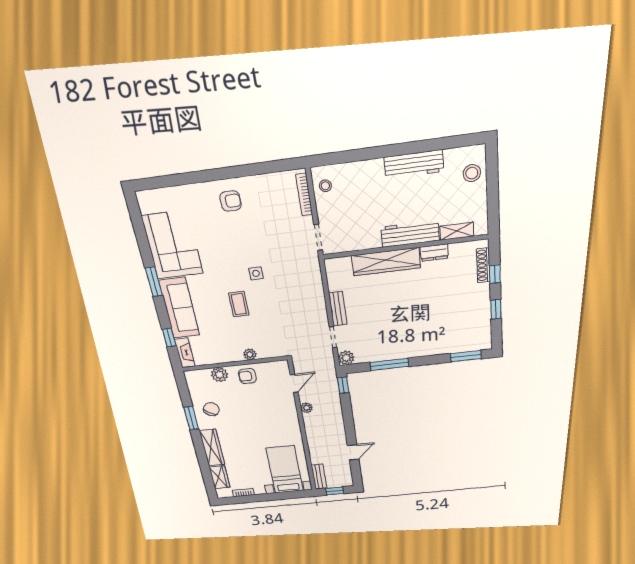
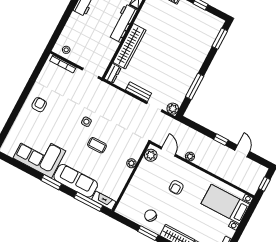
dresser: (434, 253) -> (113, 73), moved
window: (169, 338) -> (88, 202), width x2.17
plant: (219, 375) -> (151, 155), moved
armchair: (247, 376) -> (176, 187), moved
window: (343, 385) -> (221, 140), moved
bench: (319, 477) -> (246, 186), removed

